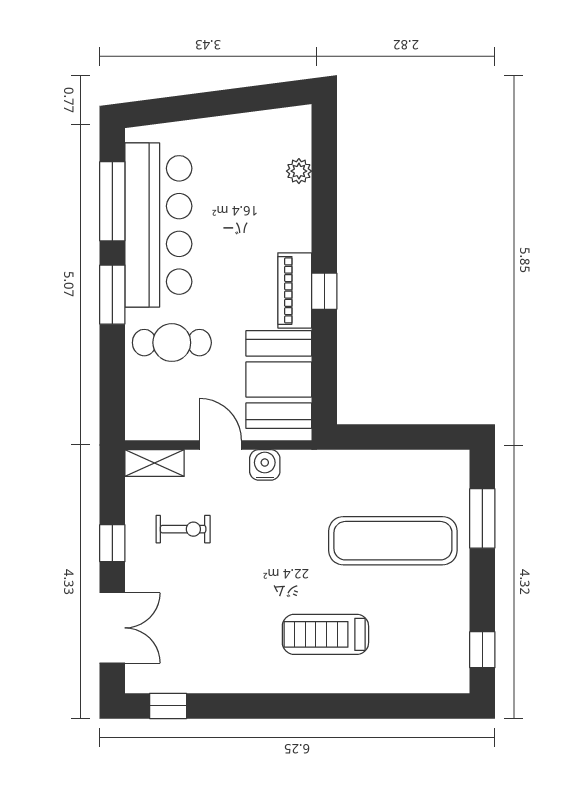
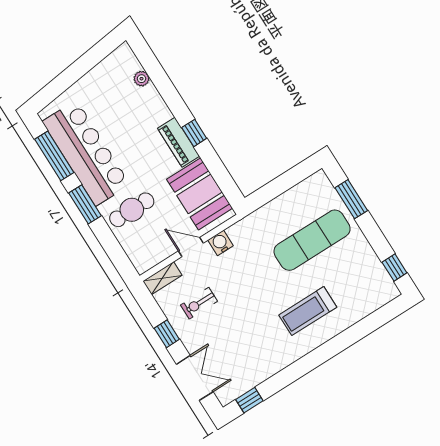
exercise bike: (183, 529) -> (199, 303), turned 180

